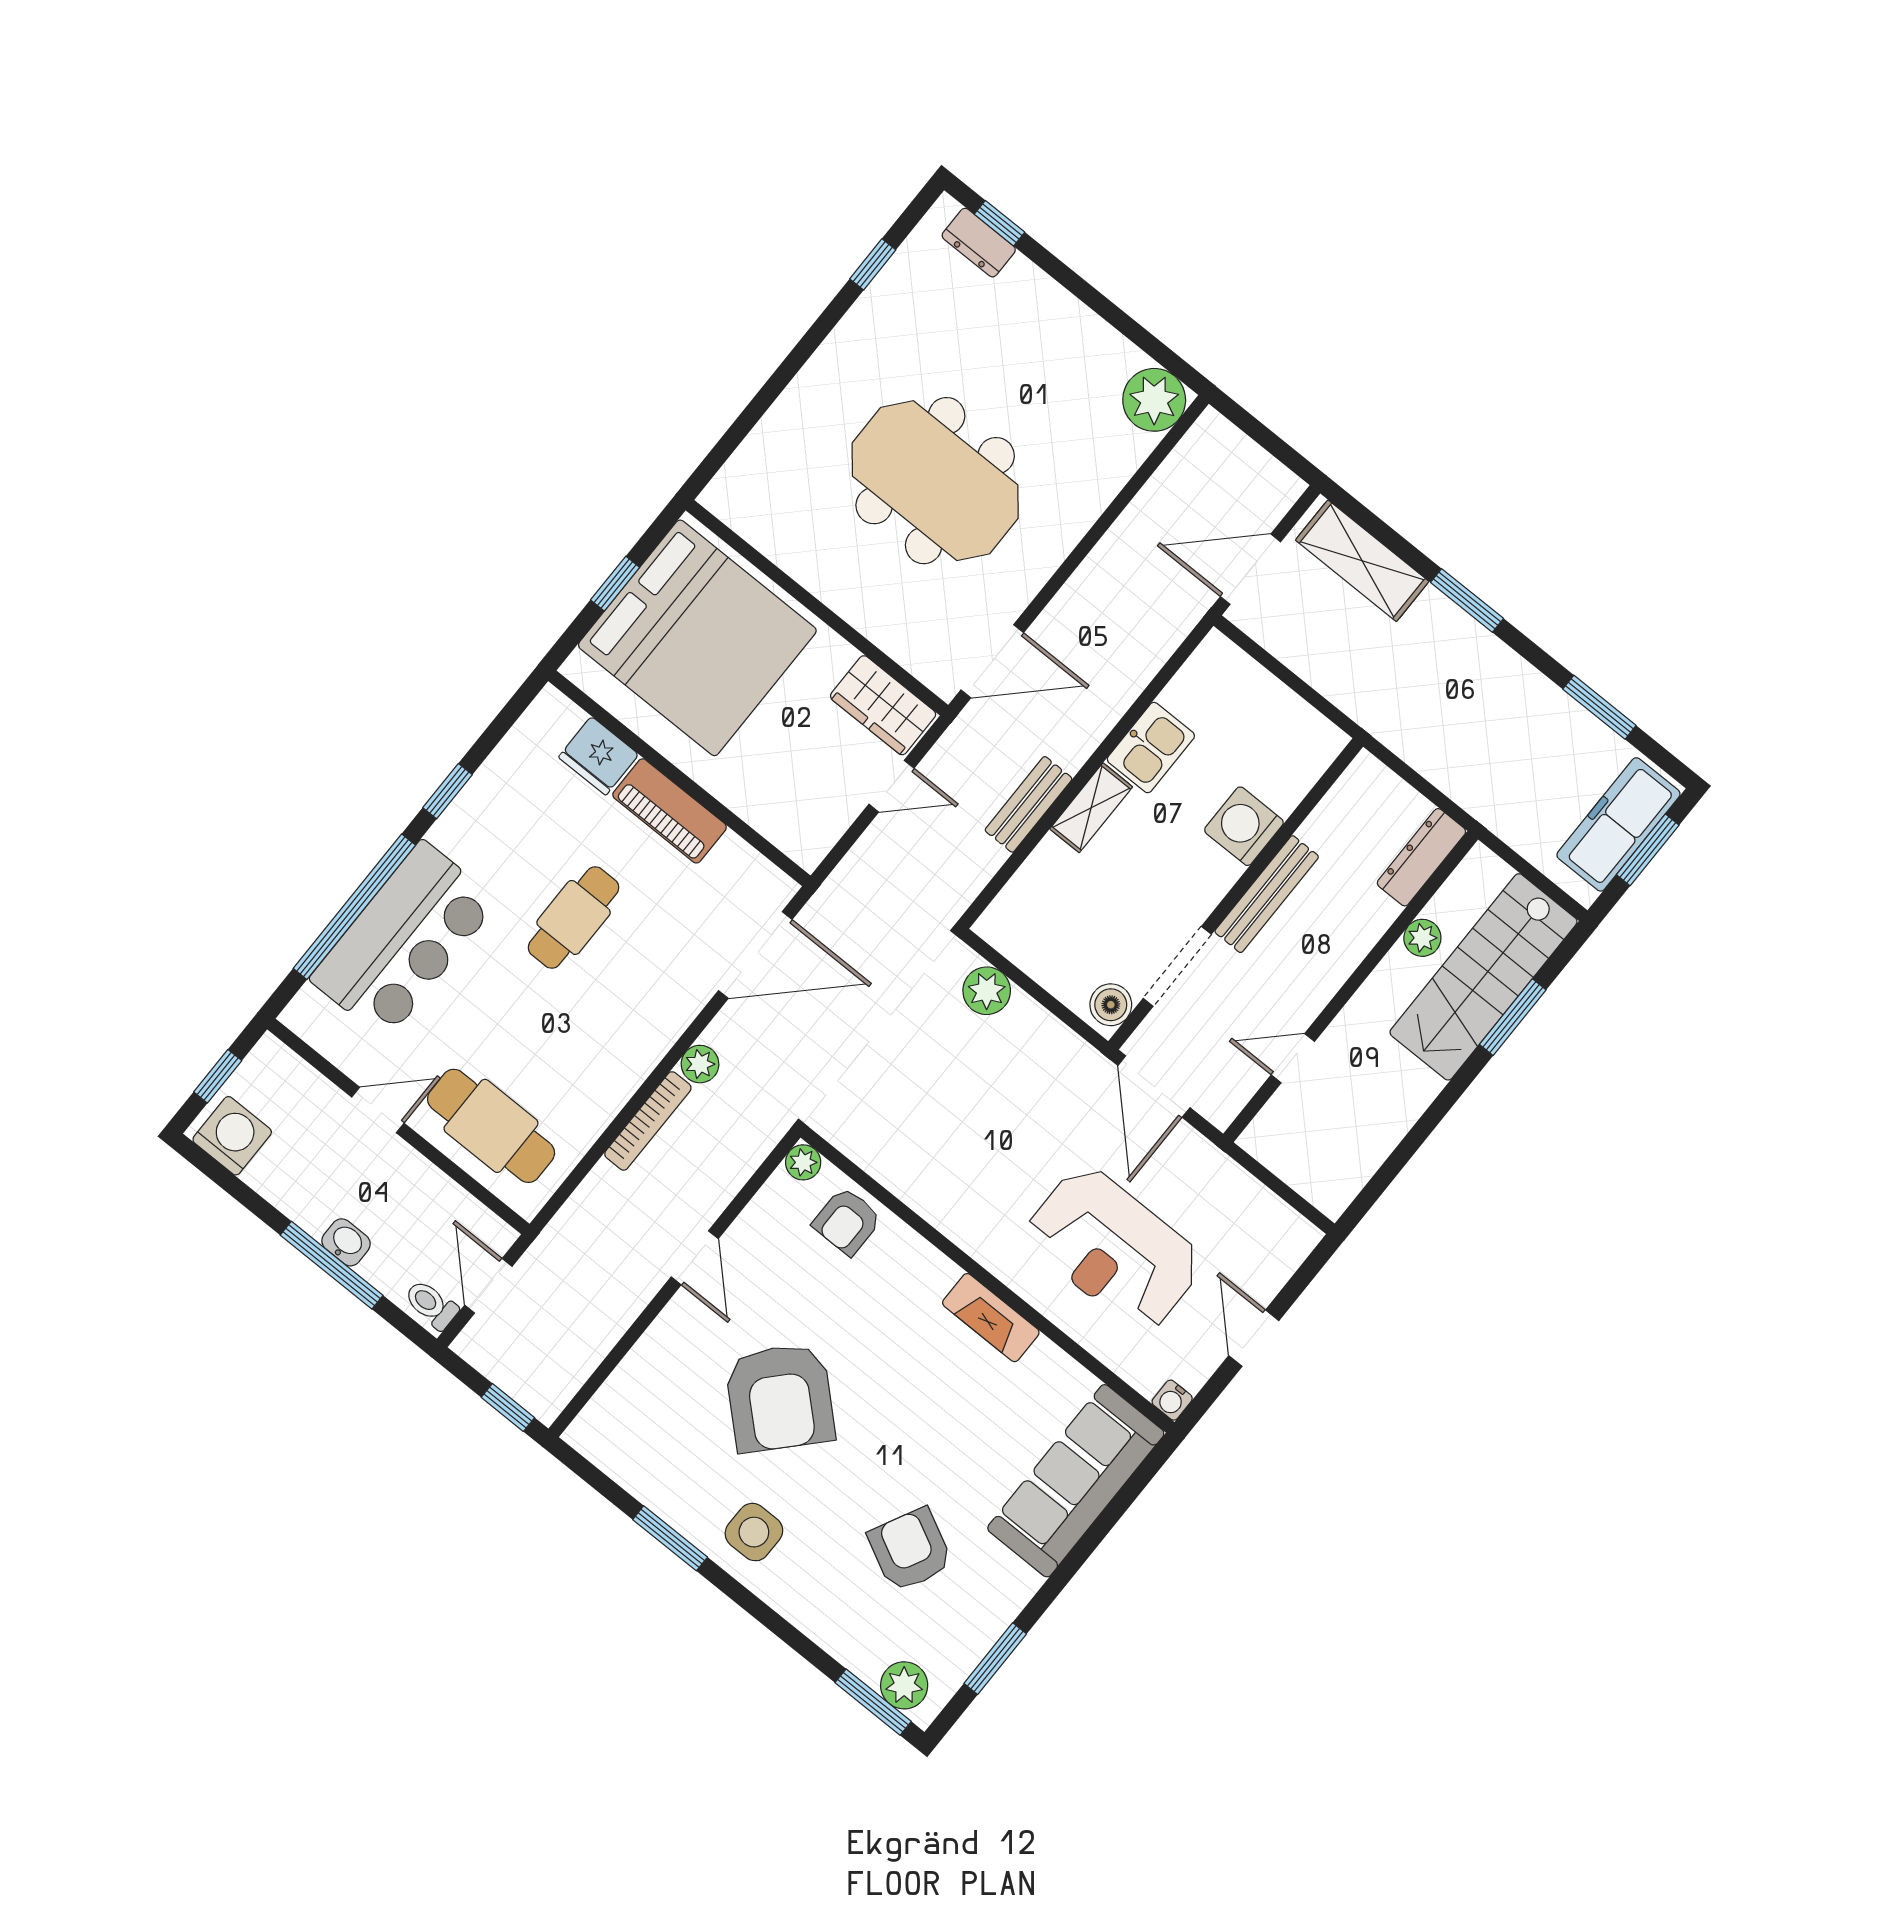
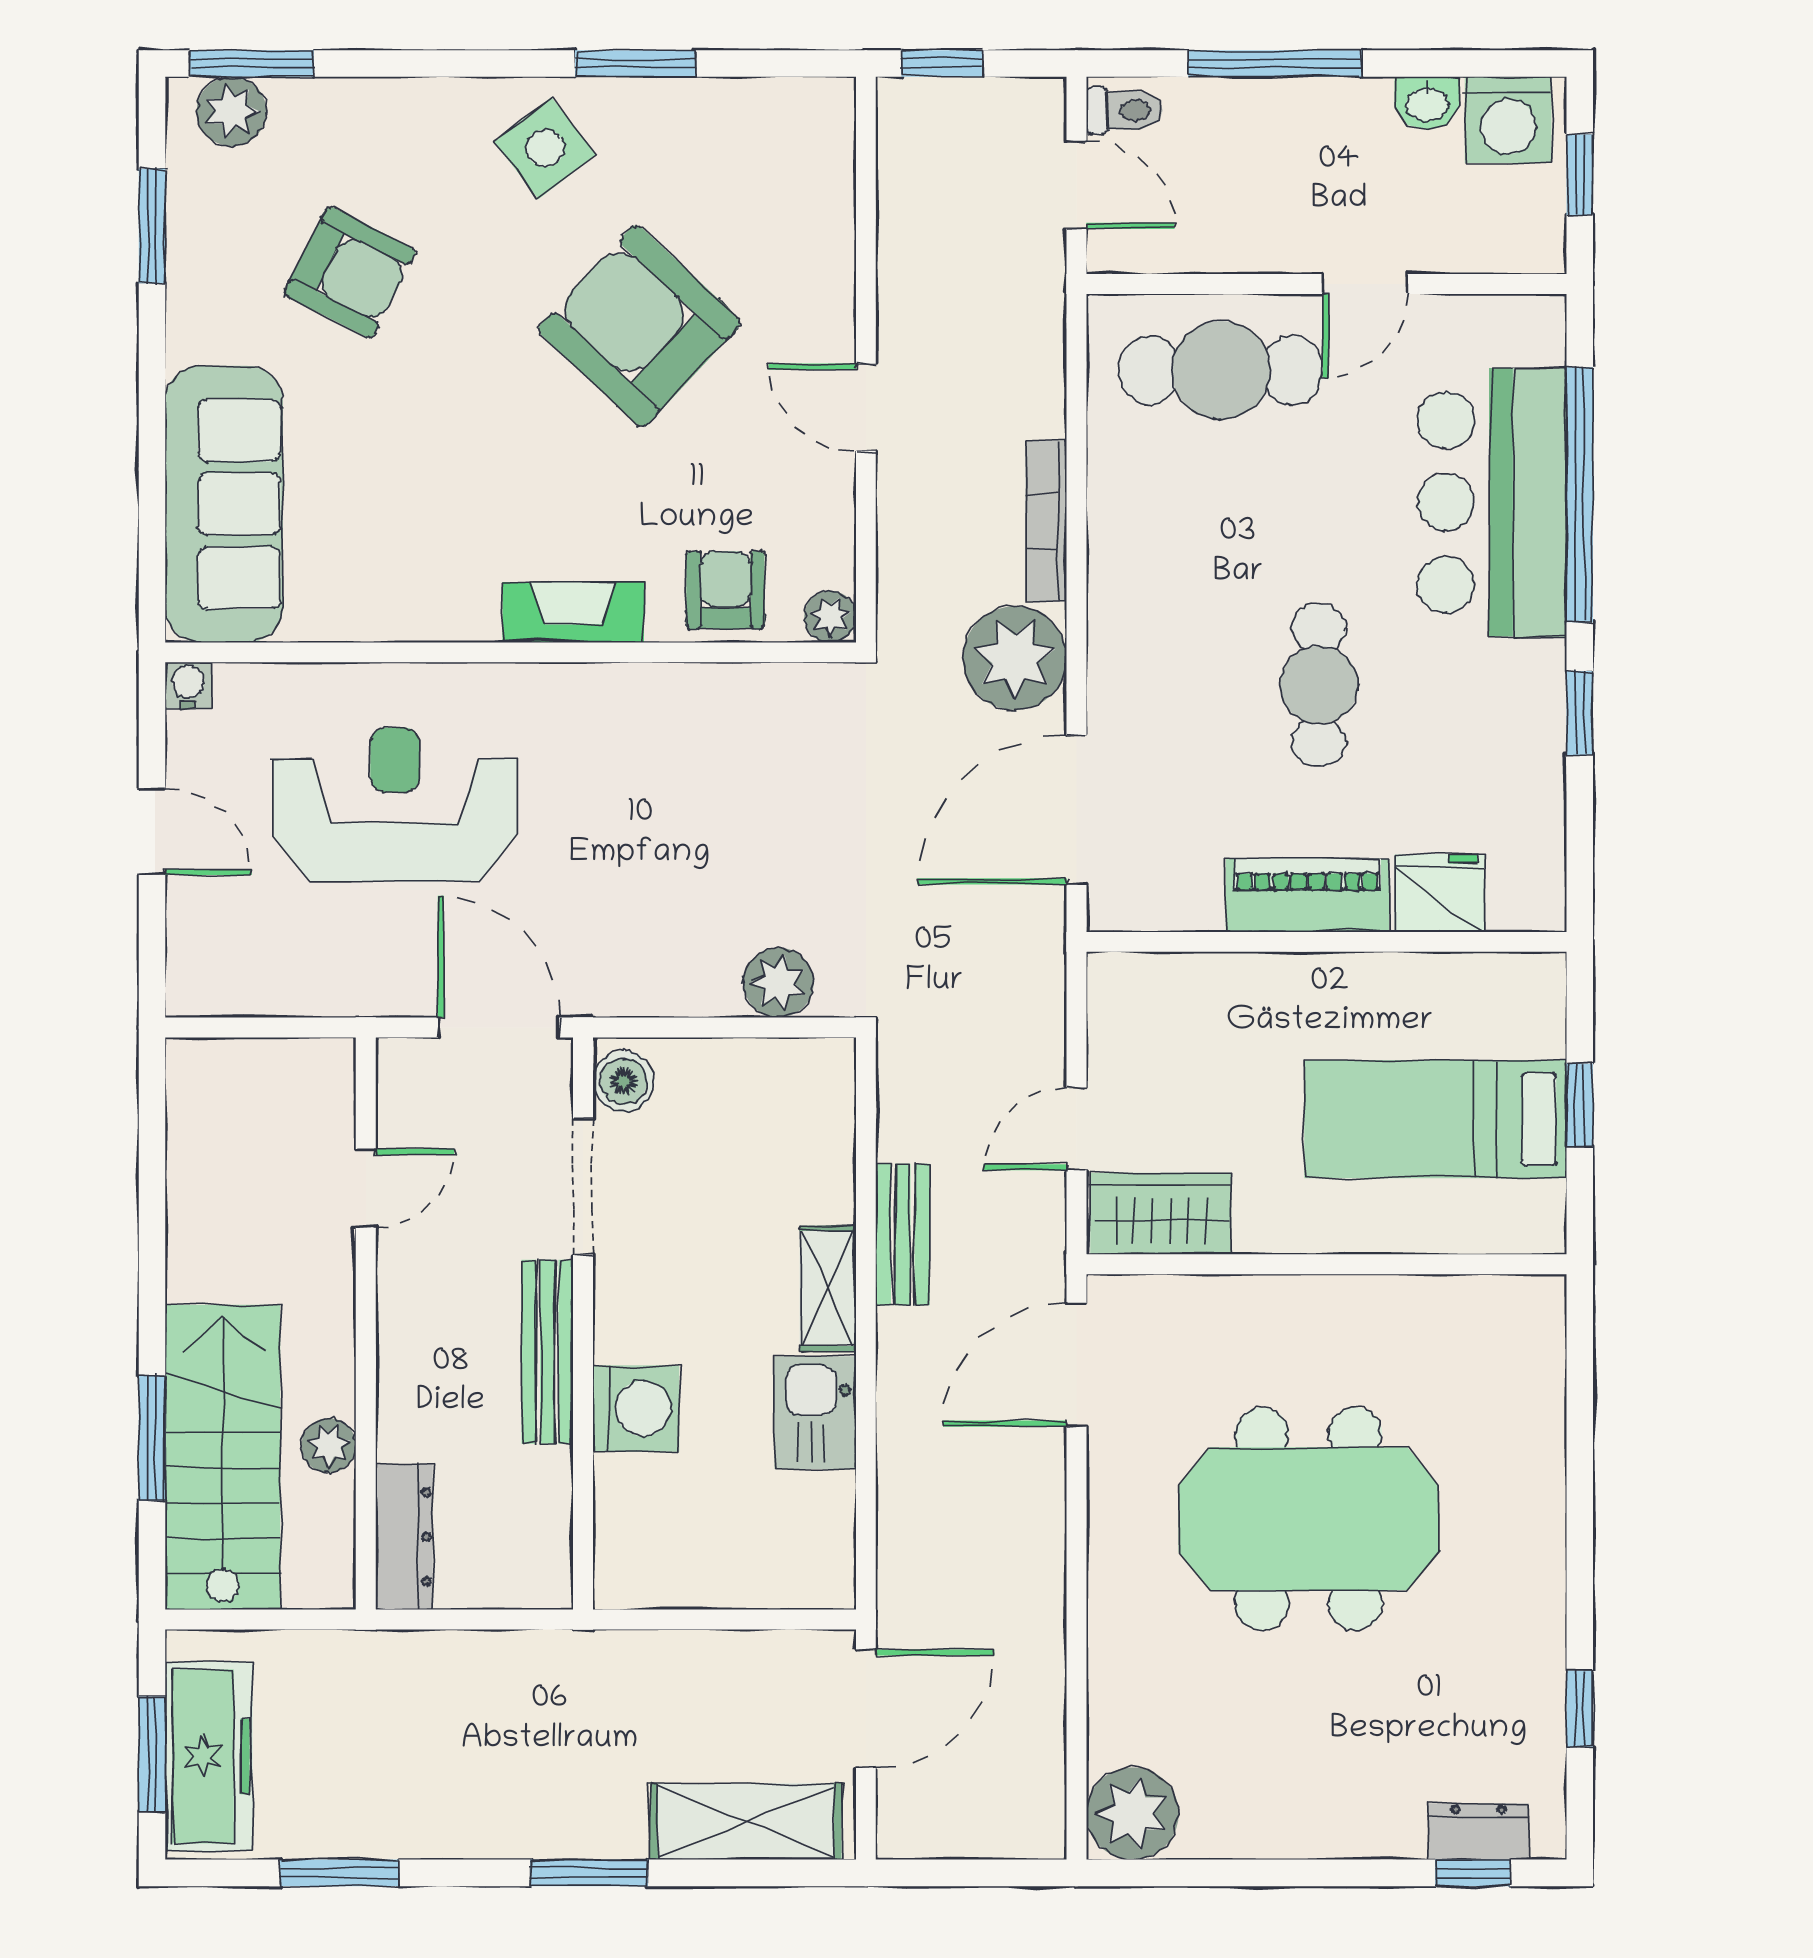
bed: (697, 638) -> (1436, 1119), width x0.49
plant: (700, 1064) -> (1015, 658), width x1.87, depth x1.87
washbasin: (346, 1242) -> (1427, 103), moved
fireplace: (991, 1318) -> (573, 612), moved
side table: (754, 1532) -> (545, 148), turned -38

